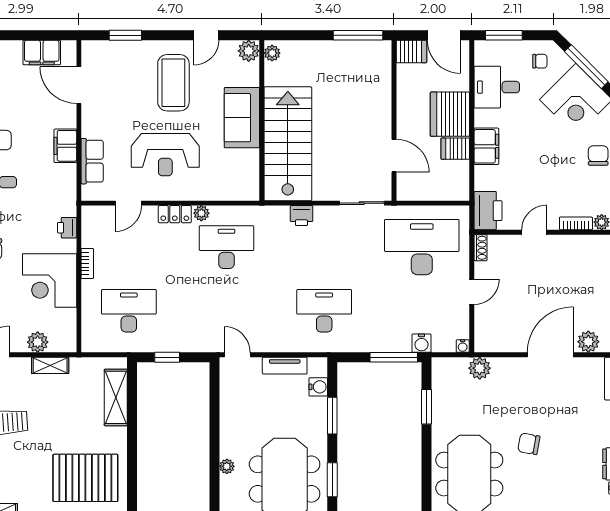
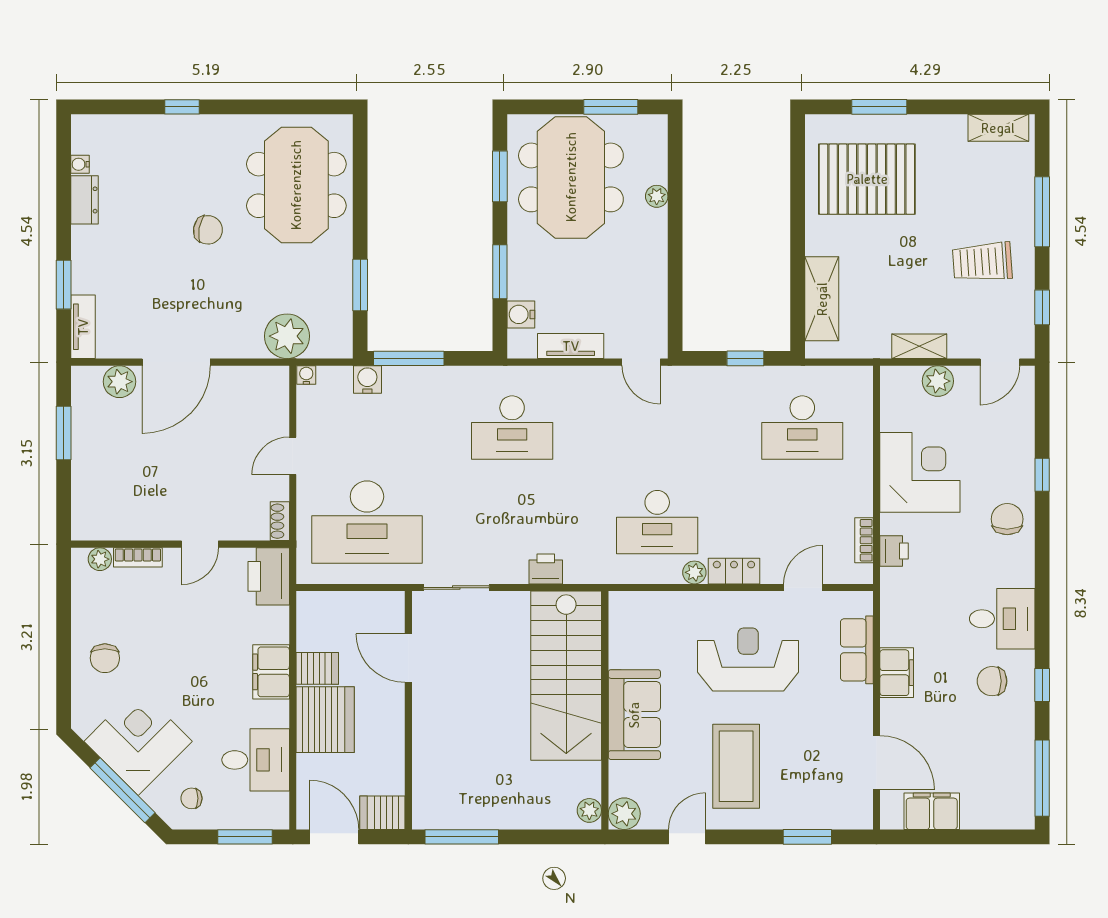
bookcase: (87, 264) -> (864, 540), moved
plant: (480, 368) -> (287, 336), width x1.36, depth x1.36

